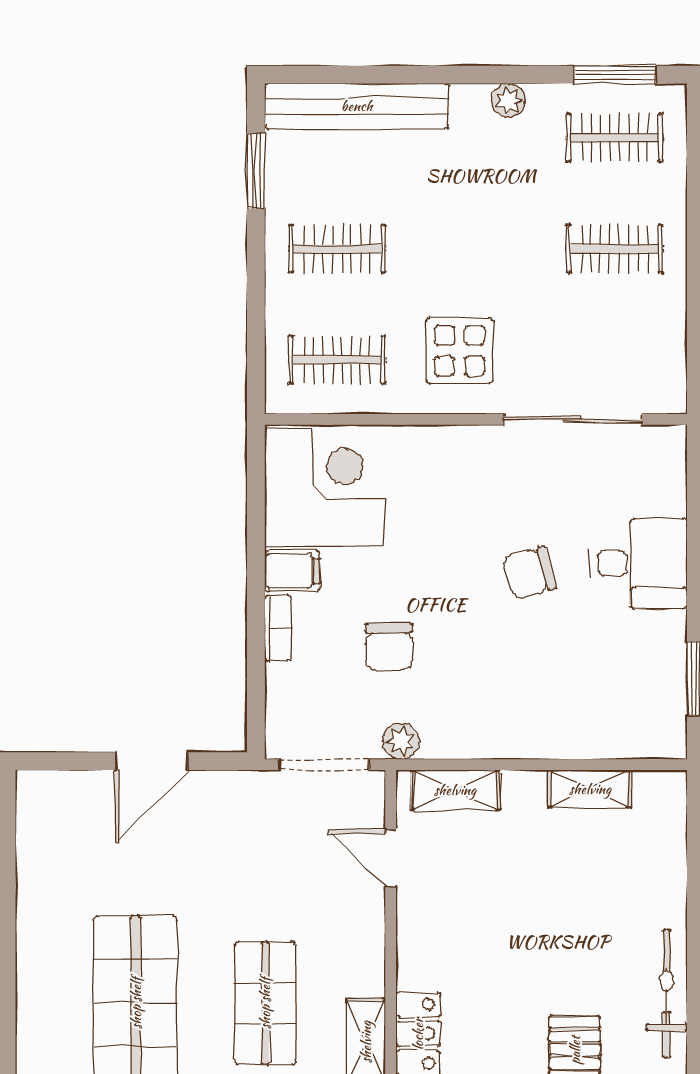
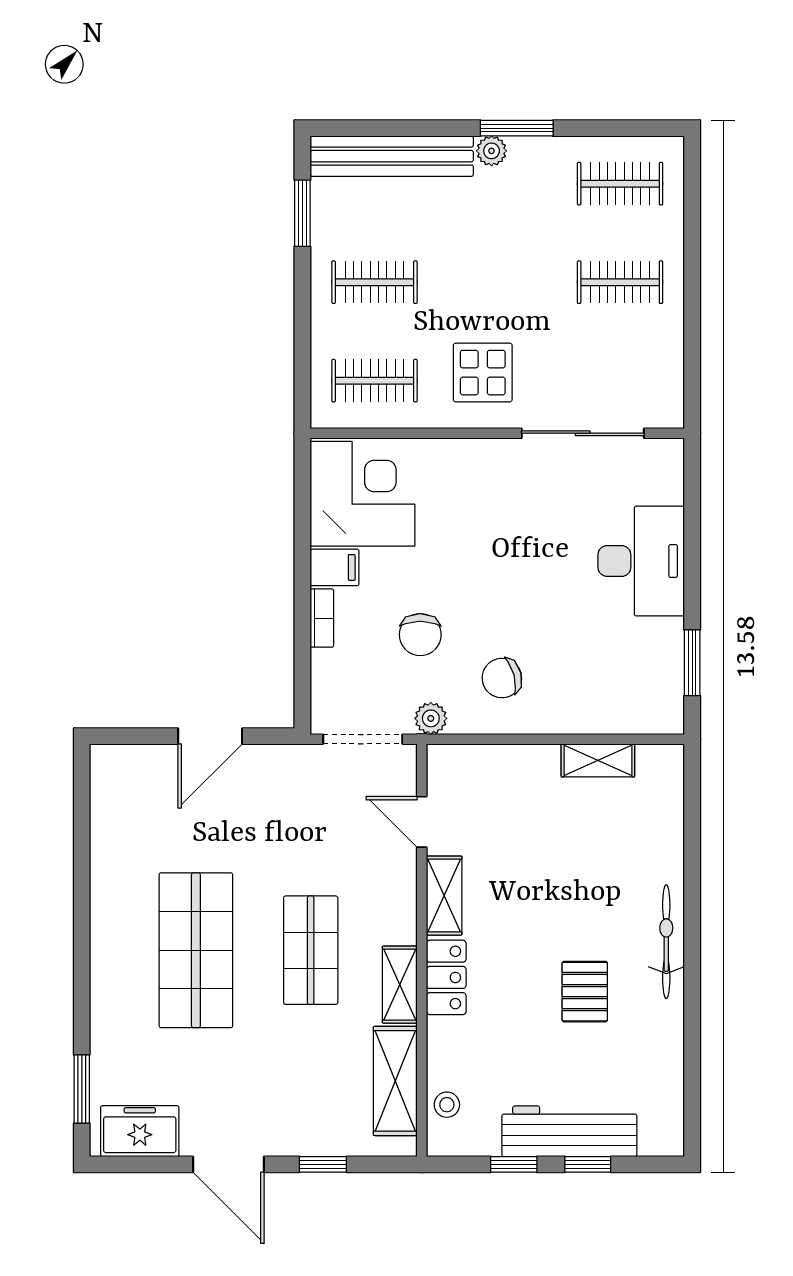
window: (615, 75) -> (517, 128), moved
plant: (509, 100) -> (492, 151), moved
desk: (638, 564) -> (641, 561), width x1.37
chair: (530, 573) -> (502, 678), moved
shelving: (455, 790) -> (444, 896), moved, turned 90

